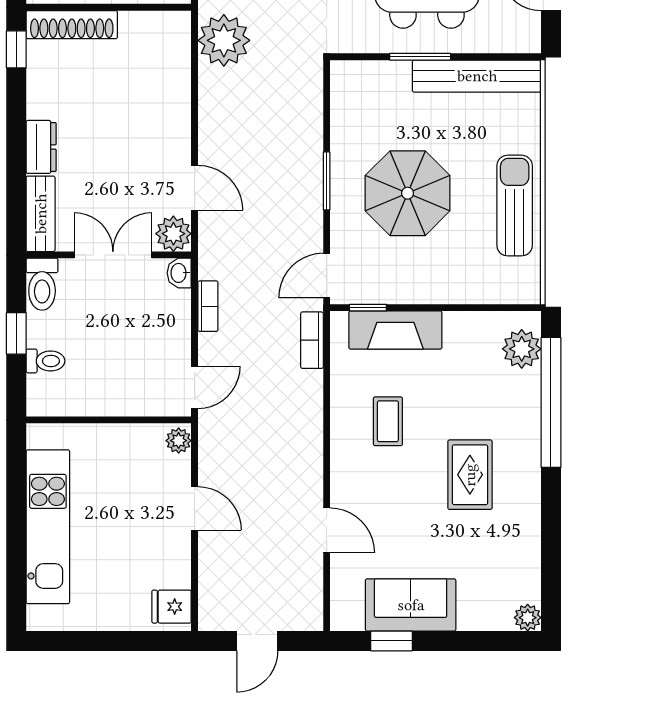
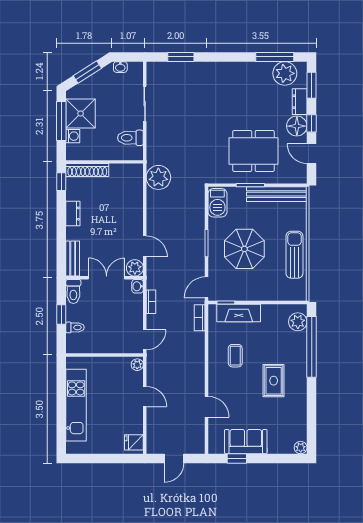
barbecue: (350, 95) -> (217, 203), added
dresser: (41, 147) -> (73, 214), moved

